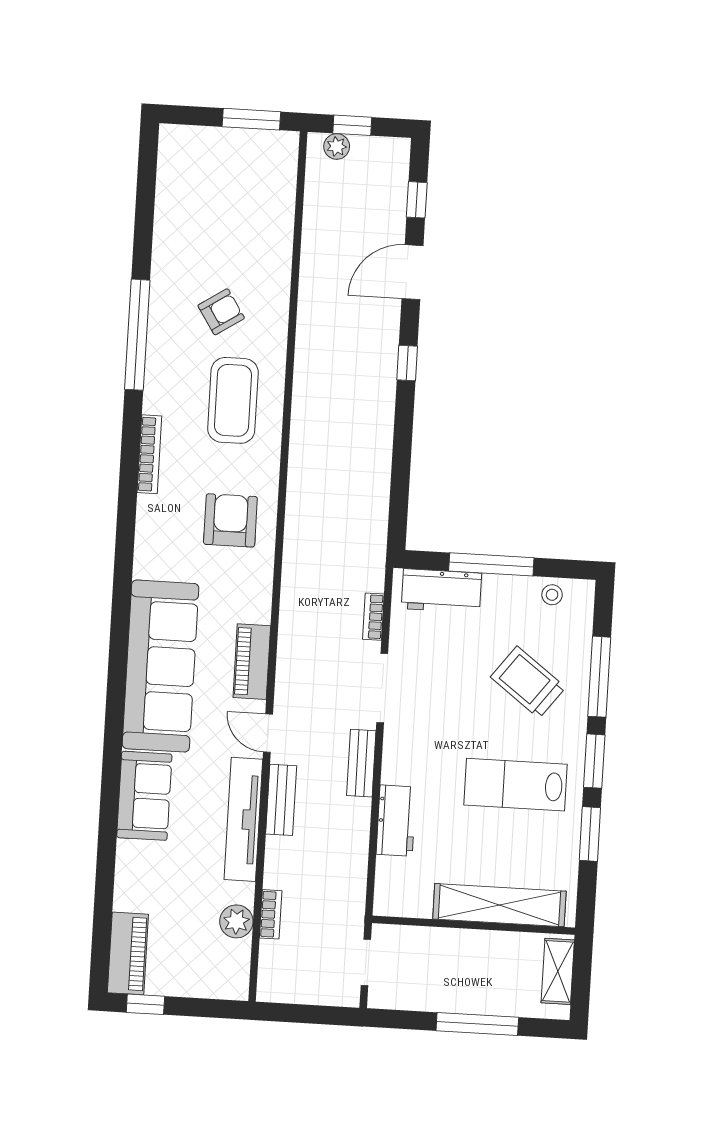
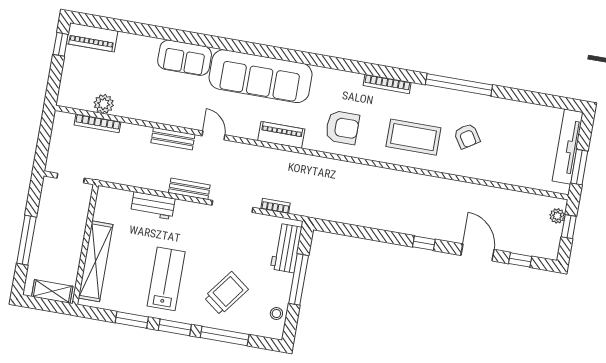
piano: (252, 662) -> (281, 135), moved
door: (268, 733) -> (213, 135), hinge flipped
tv unit: (243, 819) -> (568, 147), moved, turned -90
bookcase: (271, 914) -> (98, 123), width x1.56

